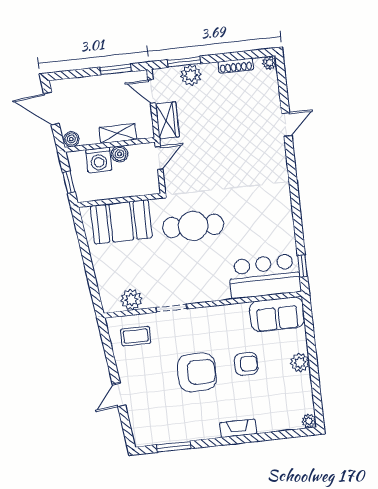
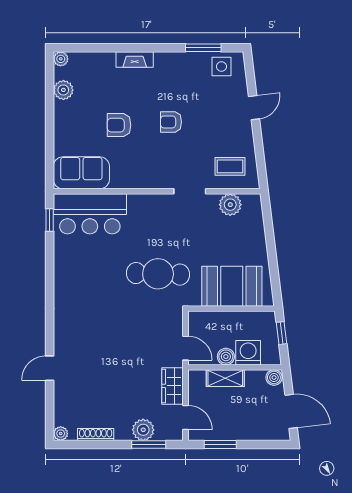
door: (159, 158) -> (186, 348), swing flipped
plant: (300, 363) -> (63, 90), moved
armchair: (197, 372) -> (171, 122), width x0.53, depth x0.53
side table: (154, 431) -> (221, 66), added

